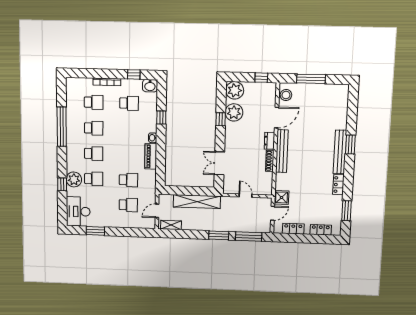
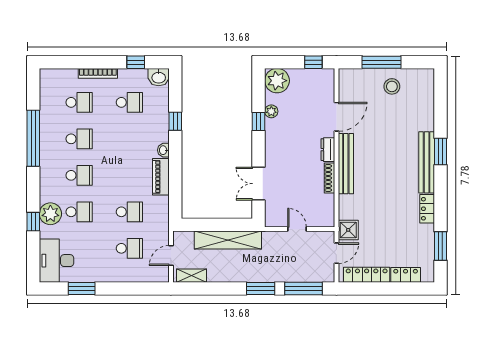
stool: (286, 95) -> (392, 86), moved
plant: (234, 112) -> (271, 111), width x0.53, depth x0.53
locker: (293, 229) -> (367, 275), width x1.53

